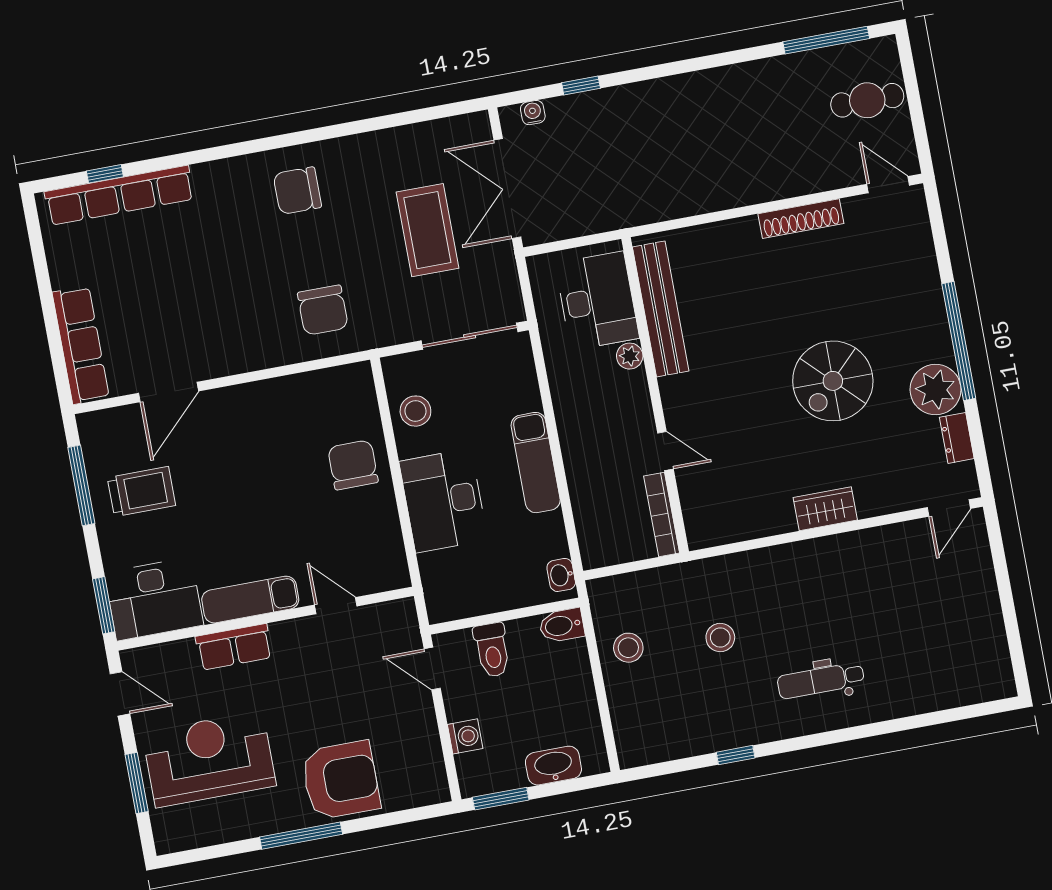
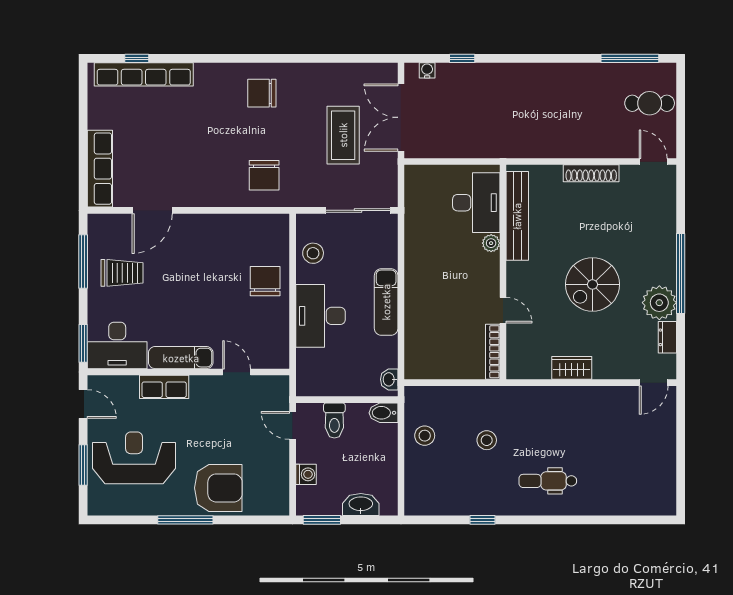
desk: (597, 301) -> (476, 203), moved
bench: (661, 309) -> (517, 216), moved
plant: (630, 356) -> (491, 243), moved
wall: (655, 395) -> (503, 272), moved
door: (665, 451) -> (503, 310), moved
bookcase: (662, 515) -> (493, 352), moved

